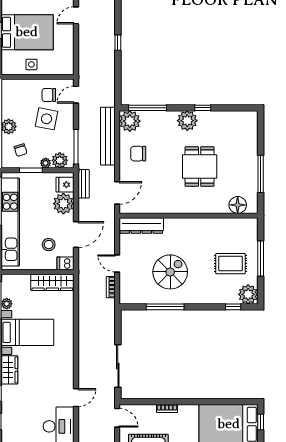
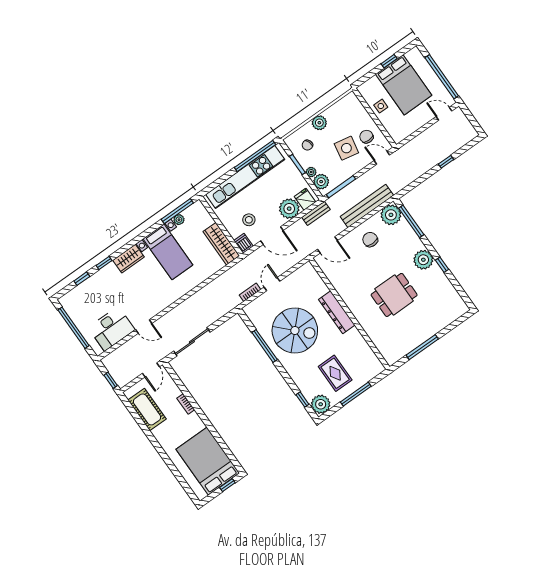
floor lamp: (238, 205) -> (385, 346), removed
dresser: (141, 226) -> (337, 312), moved
spiral stairs: (170, 272) -> (295, 331), width x1.37, depth x1.37

